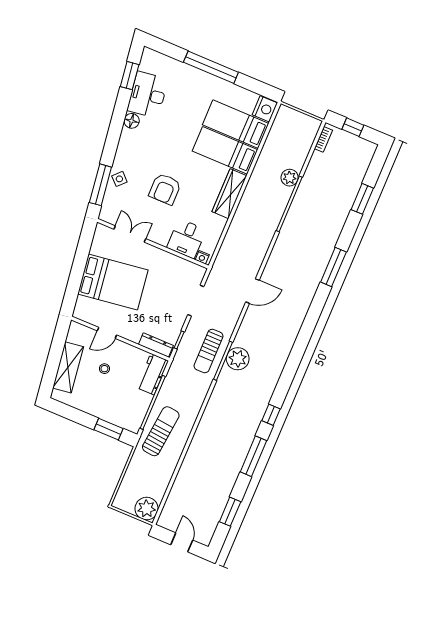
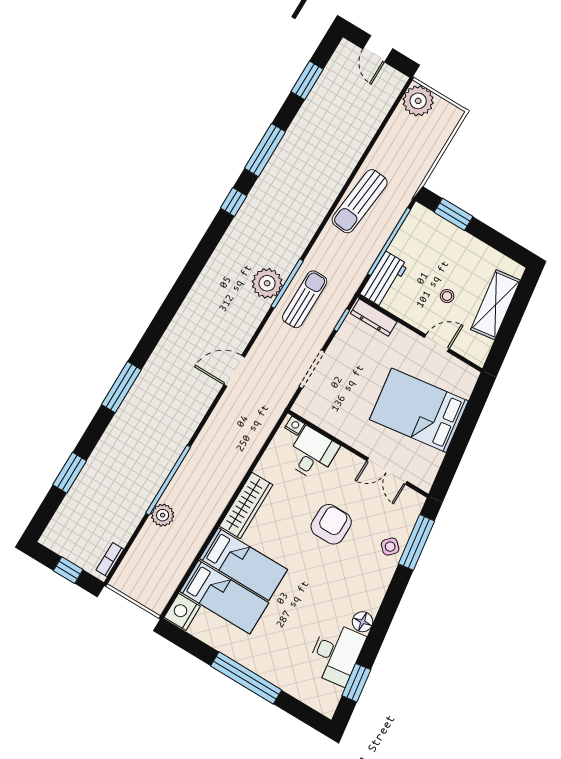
sun lounger: (161, 431) -> (360, 201), moved

